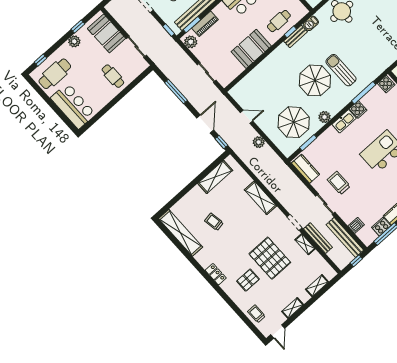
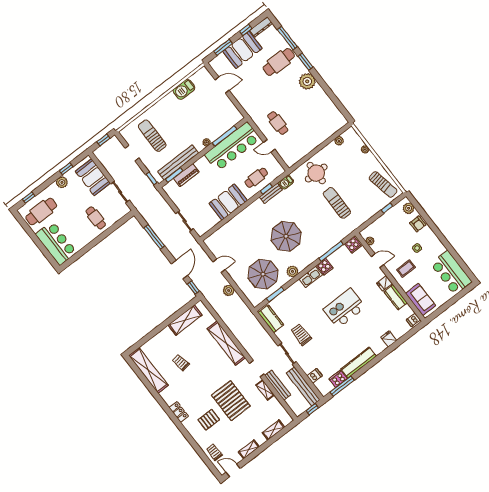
plant: (191, 42) -> (172, 191), removed
sun lounger: (341, 70) -> (337, 203), moved
shelving: (260, 198) -> (226, 343), width x1.47
door: (278, 331) -> (233, 470), swing flipped

